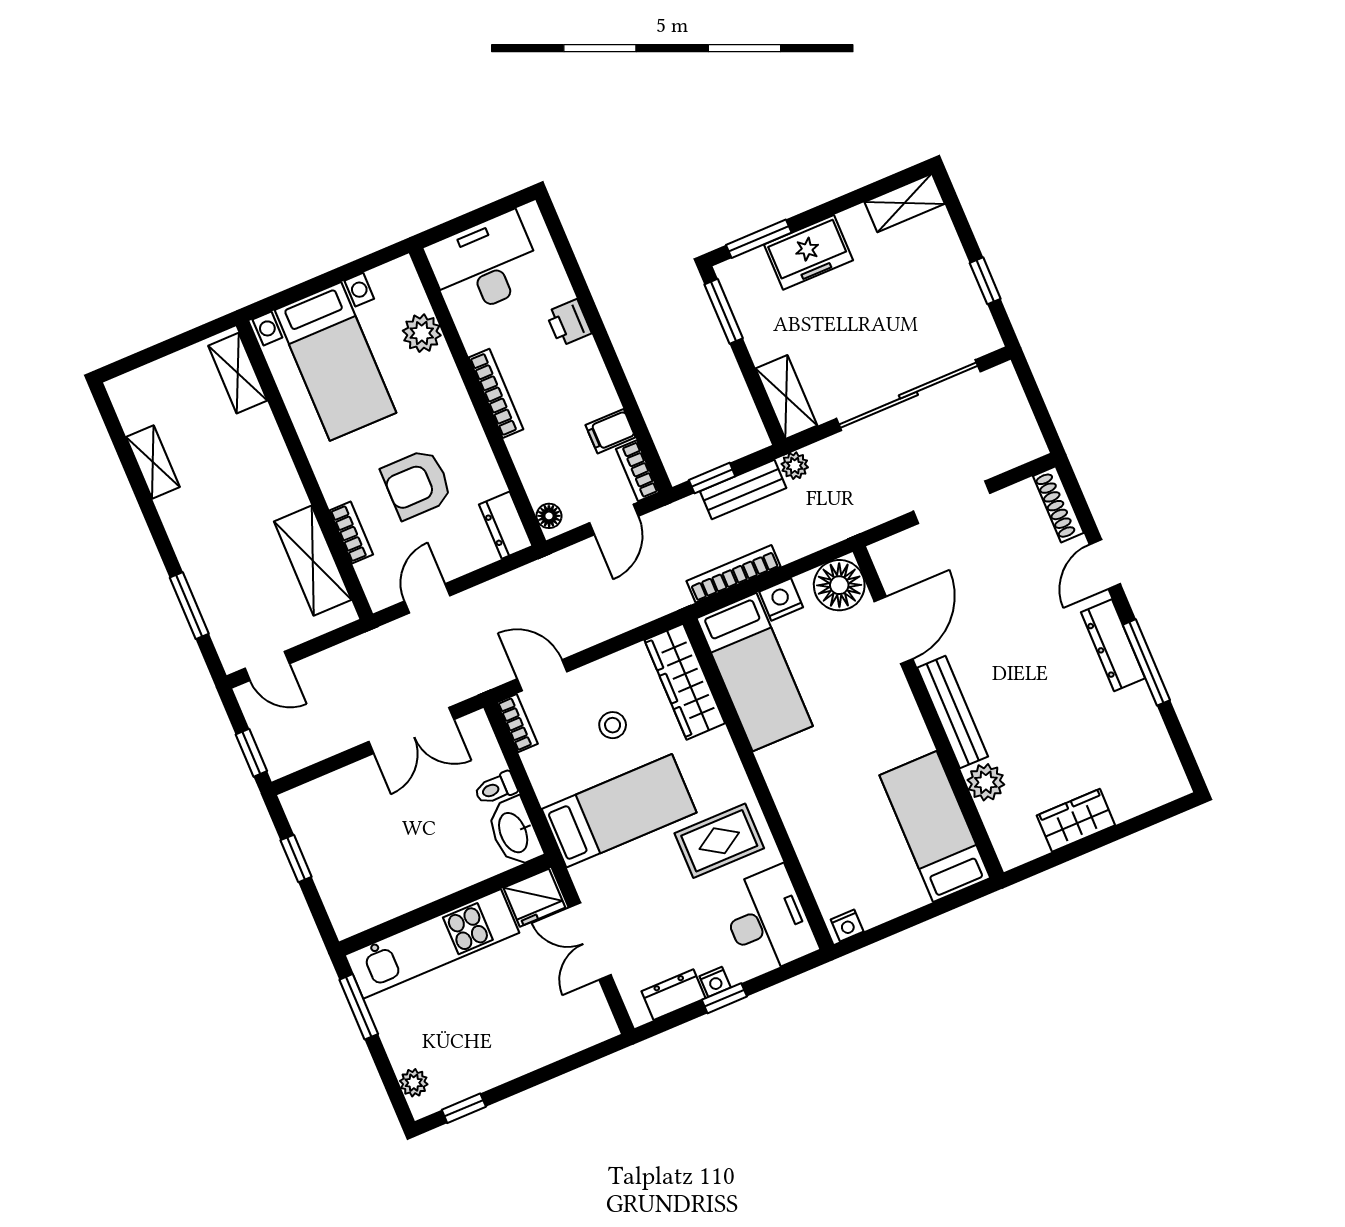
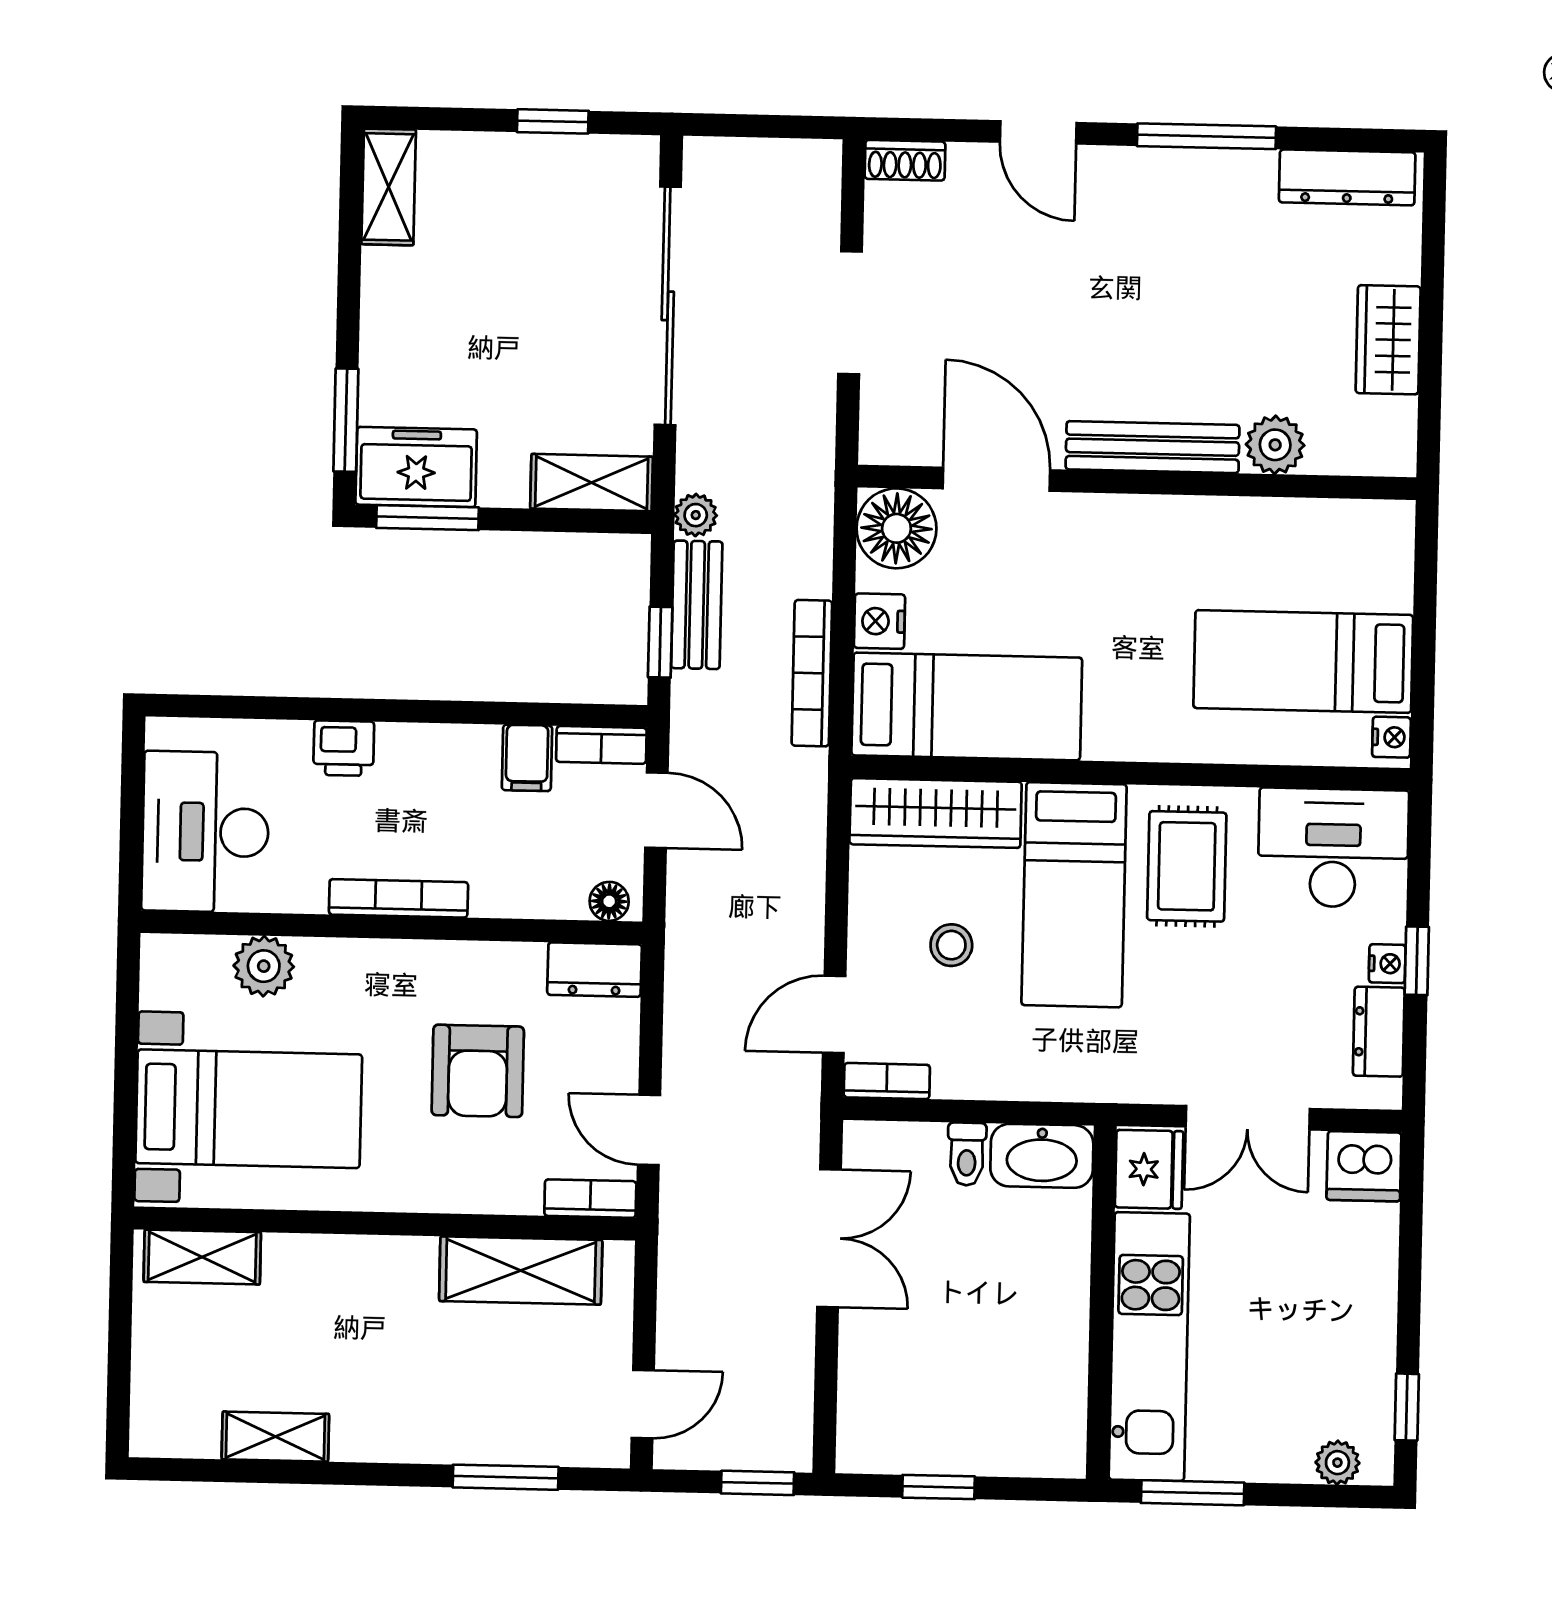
freezer: (809, 252) -> (416, 467), moved, turned -90
shoe rack: (1058, 504) -> (905, 160), width x0.70
bookcase: (351, 533) -> (590, 1199), moved
dresser: (1113, 645) -> (1347, 177), moved
bed: (619, 811) -> (1074, 895), moved, turned 180
bed: (935, 827) -> (1303, 661), moved
dishwasher: (592, 1021) -> (1364, 1166), added

